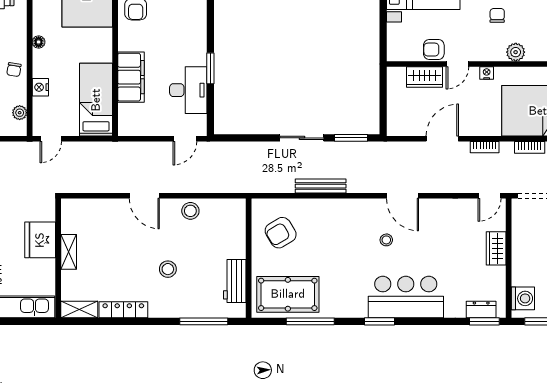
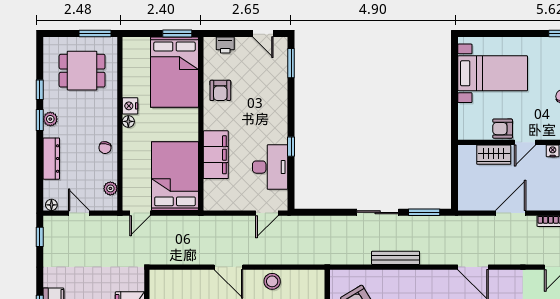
window: (210, 68) -> (291, 147), width x0.67
nightstand: (40, 87) -> (130, 106), moved
bed: (96, 100) -> (175, 176), width x1.50

